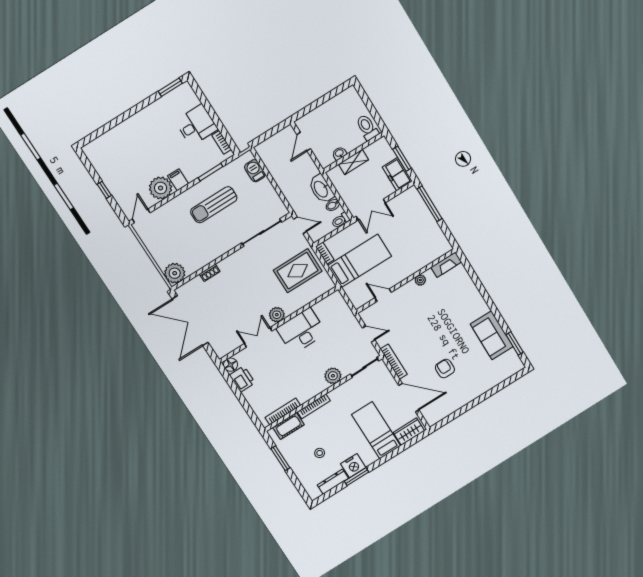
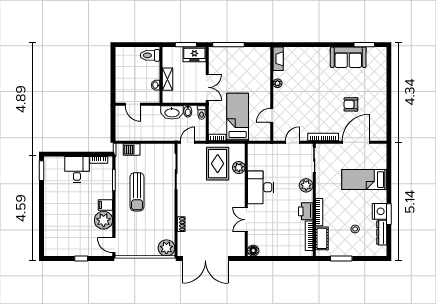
plant: (277, 315) -> (239, 168), moved
printer: (242, 379) -> (306, 211), moved, turned -90
wardrobe: (409, 432) -> (380, 157), removed

